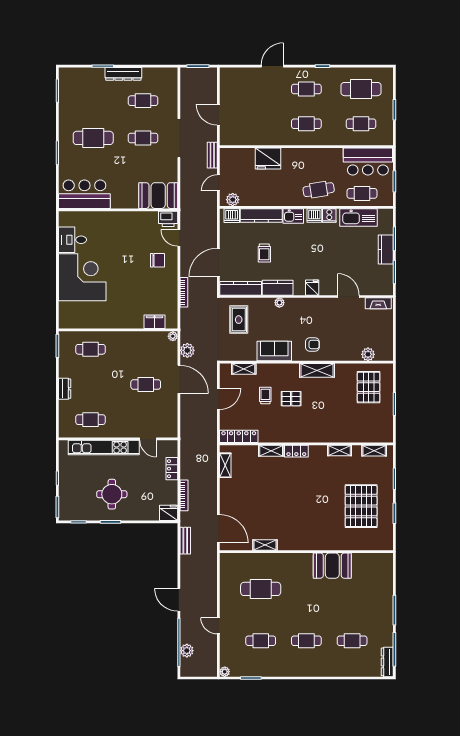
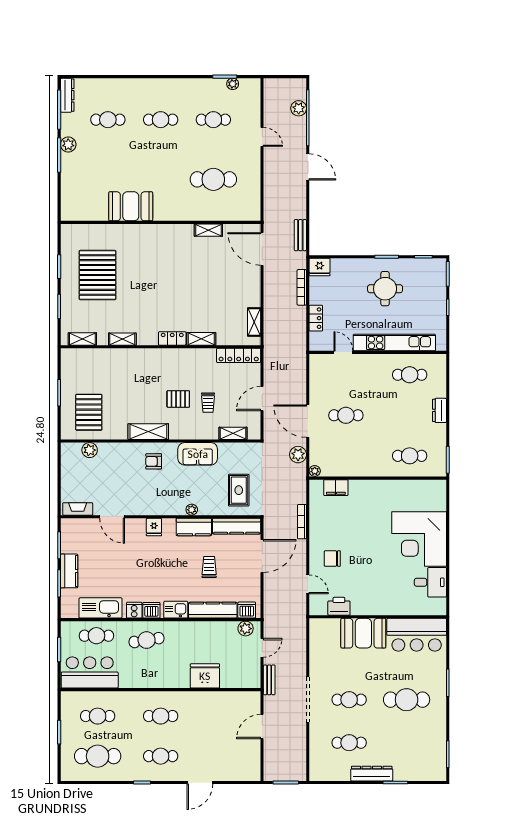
door: (218, 115) -> (262, 727), swing flipped
booth: (158, 196) -> (363, 633), moved
printer: (168, 219) -> (339, 606), moved
plant: (386, 619) -> (68, 145), added
plant: (225, 672) -> (233, 84), moved

